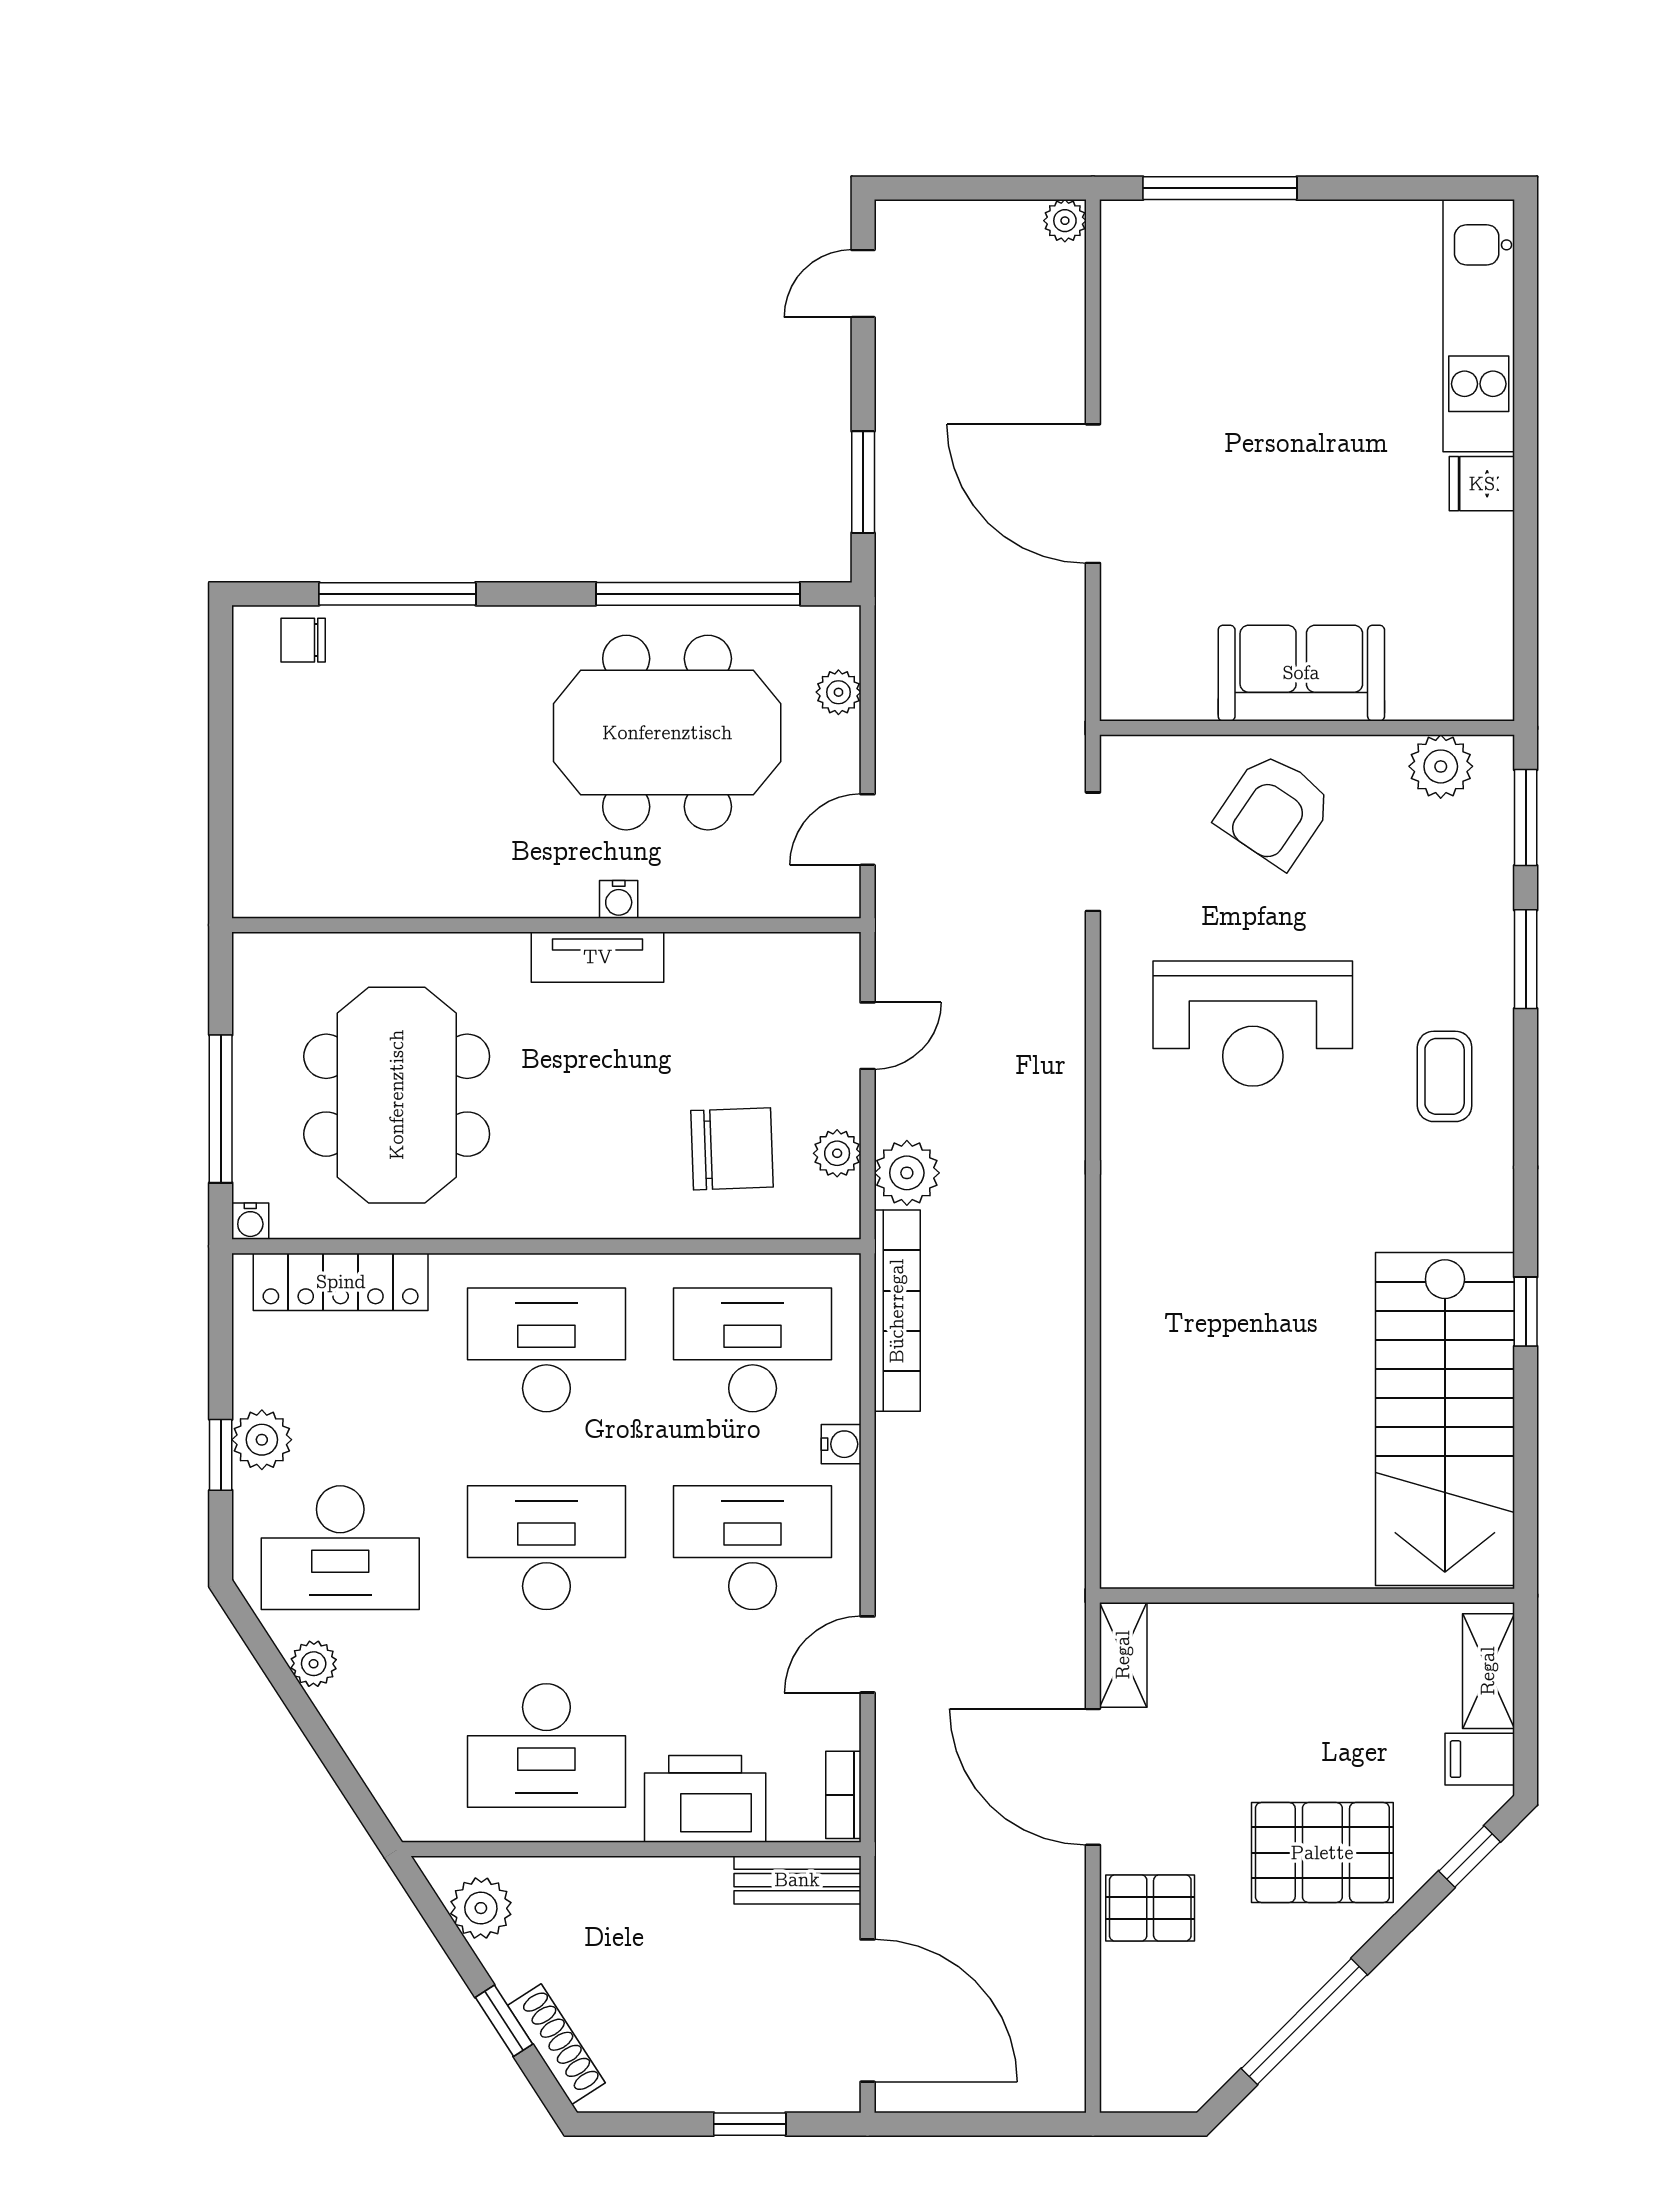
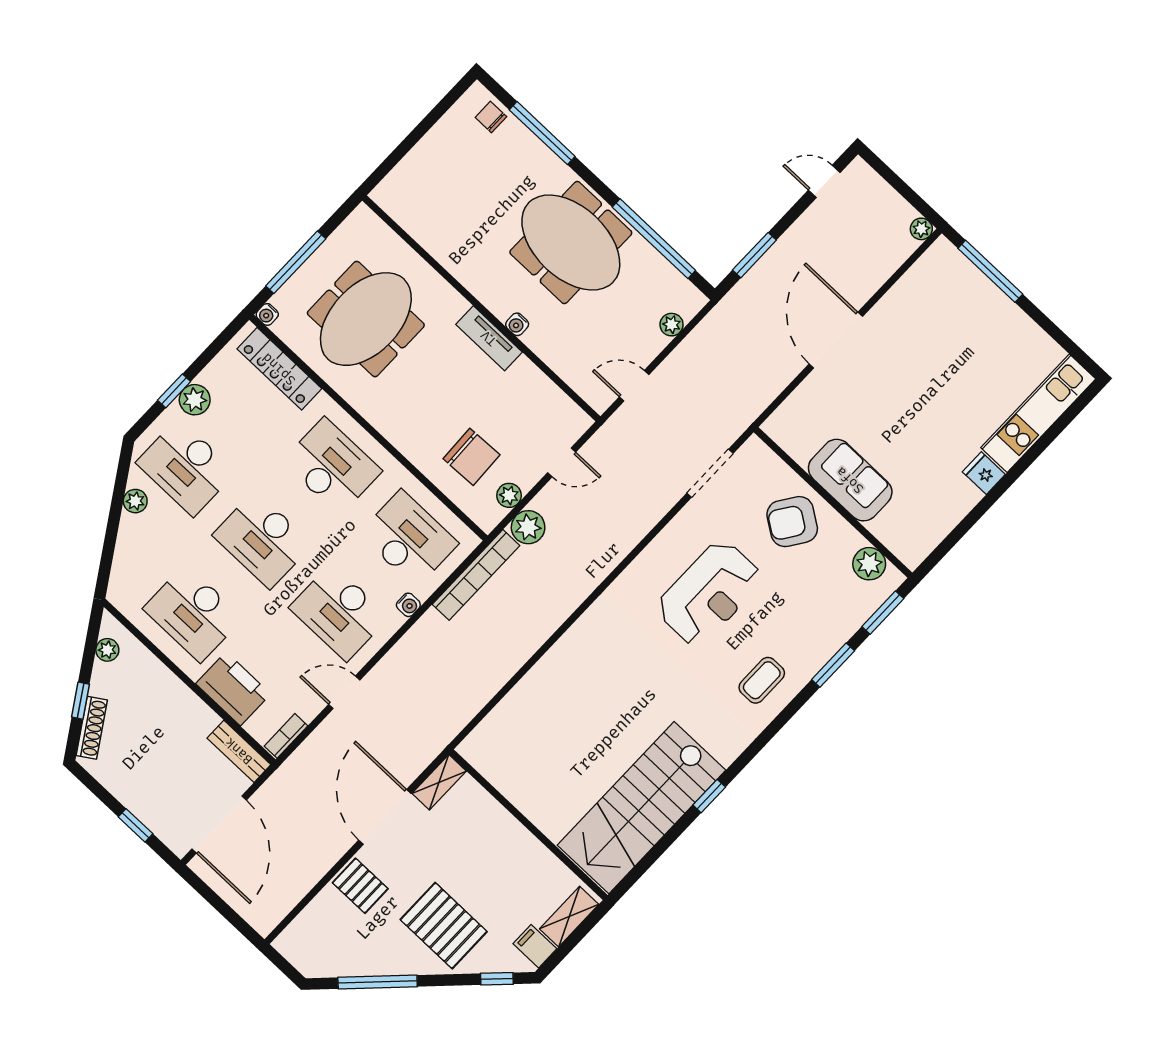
meeting table: (667, 733) -> (571, 243), moved
reception desk: (1253, 1024) -> (709, 593), turned -90
desk: (546, 1548) -> (262, 540), turned 180
desk: (753, 1548) -> (339, 612), turned 180
plant: (481, 1908) -> (107, 650), width x0.73, depth x0.73

